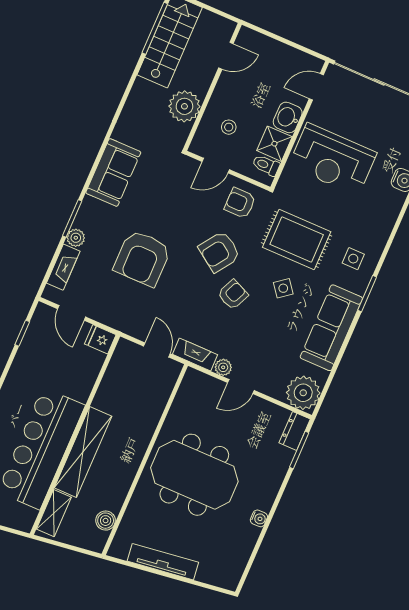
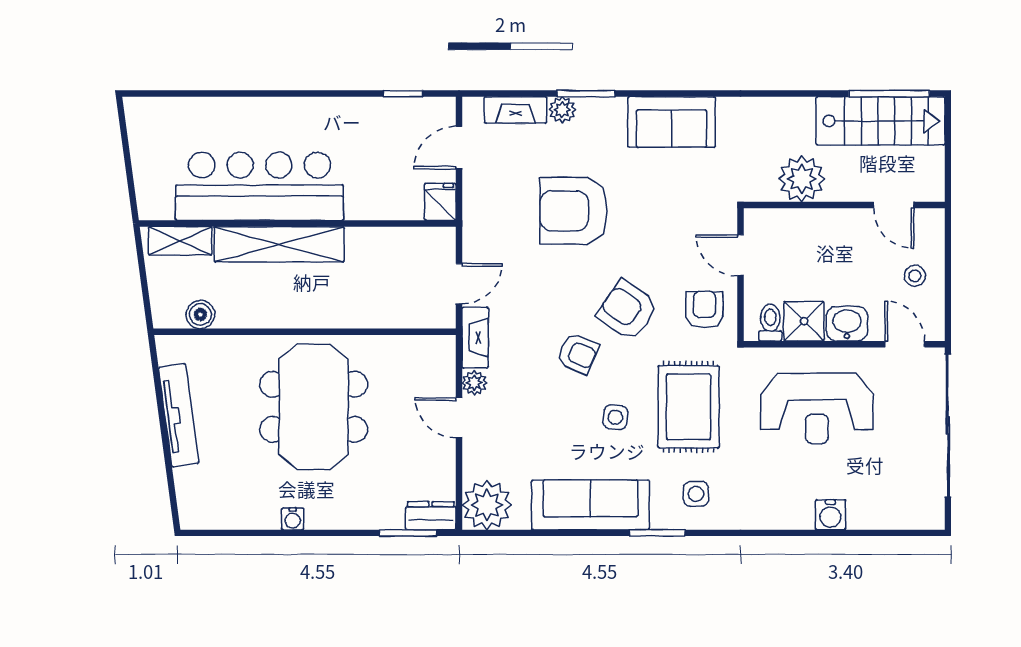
stool: (229, 127) -> (915, 276), moved
reception desk: (333, 159) -> (817, 408), turned -90
side table: (283, 288) -> (615, 417), turned 45

